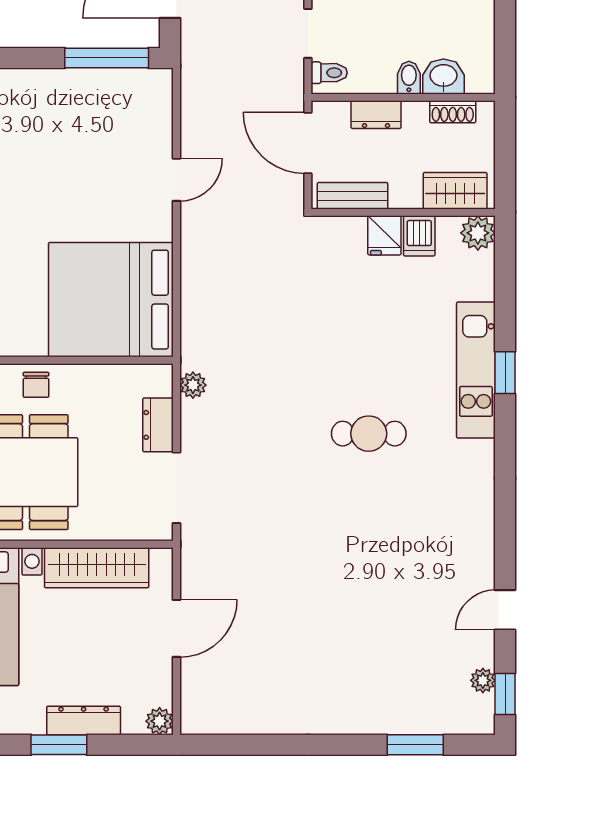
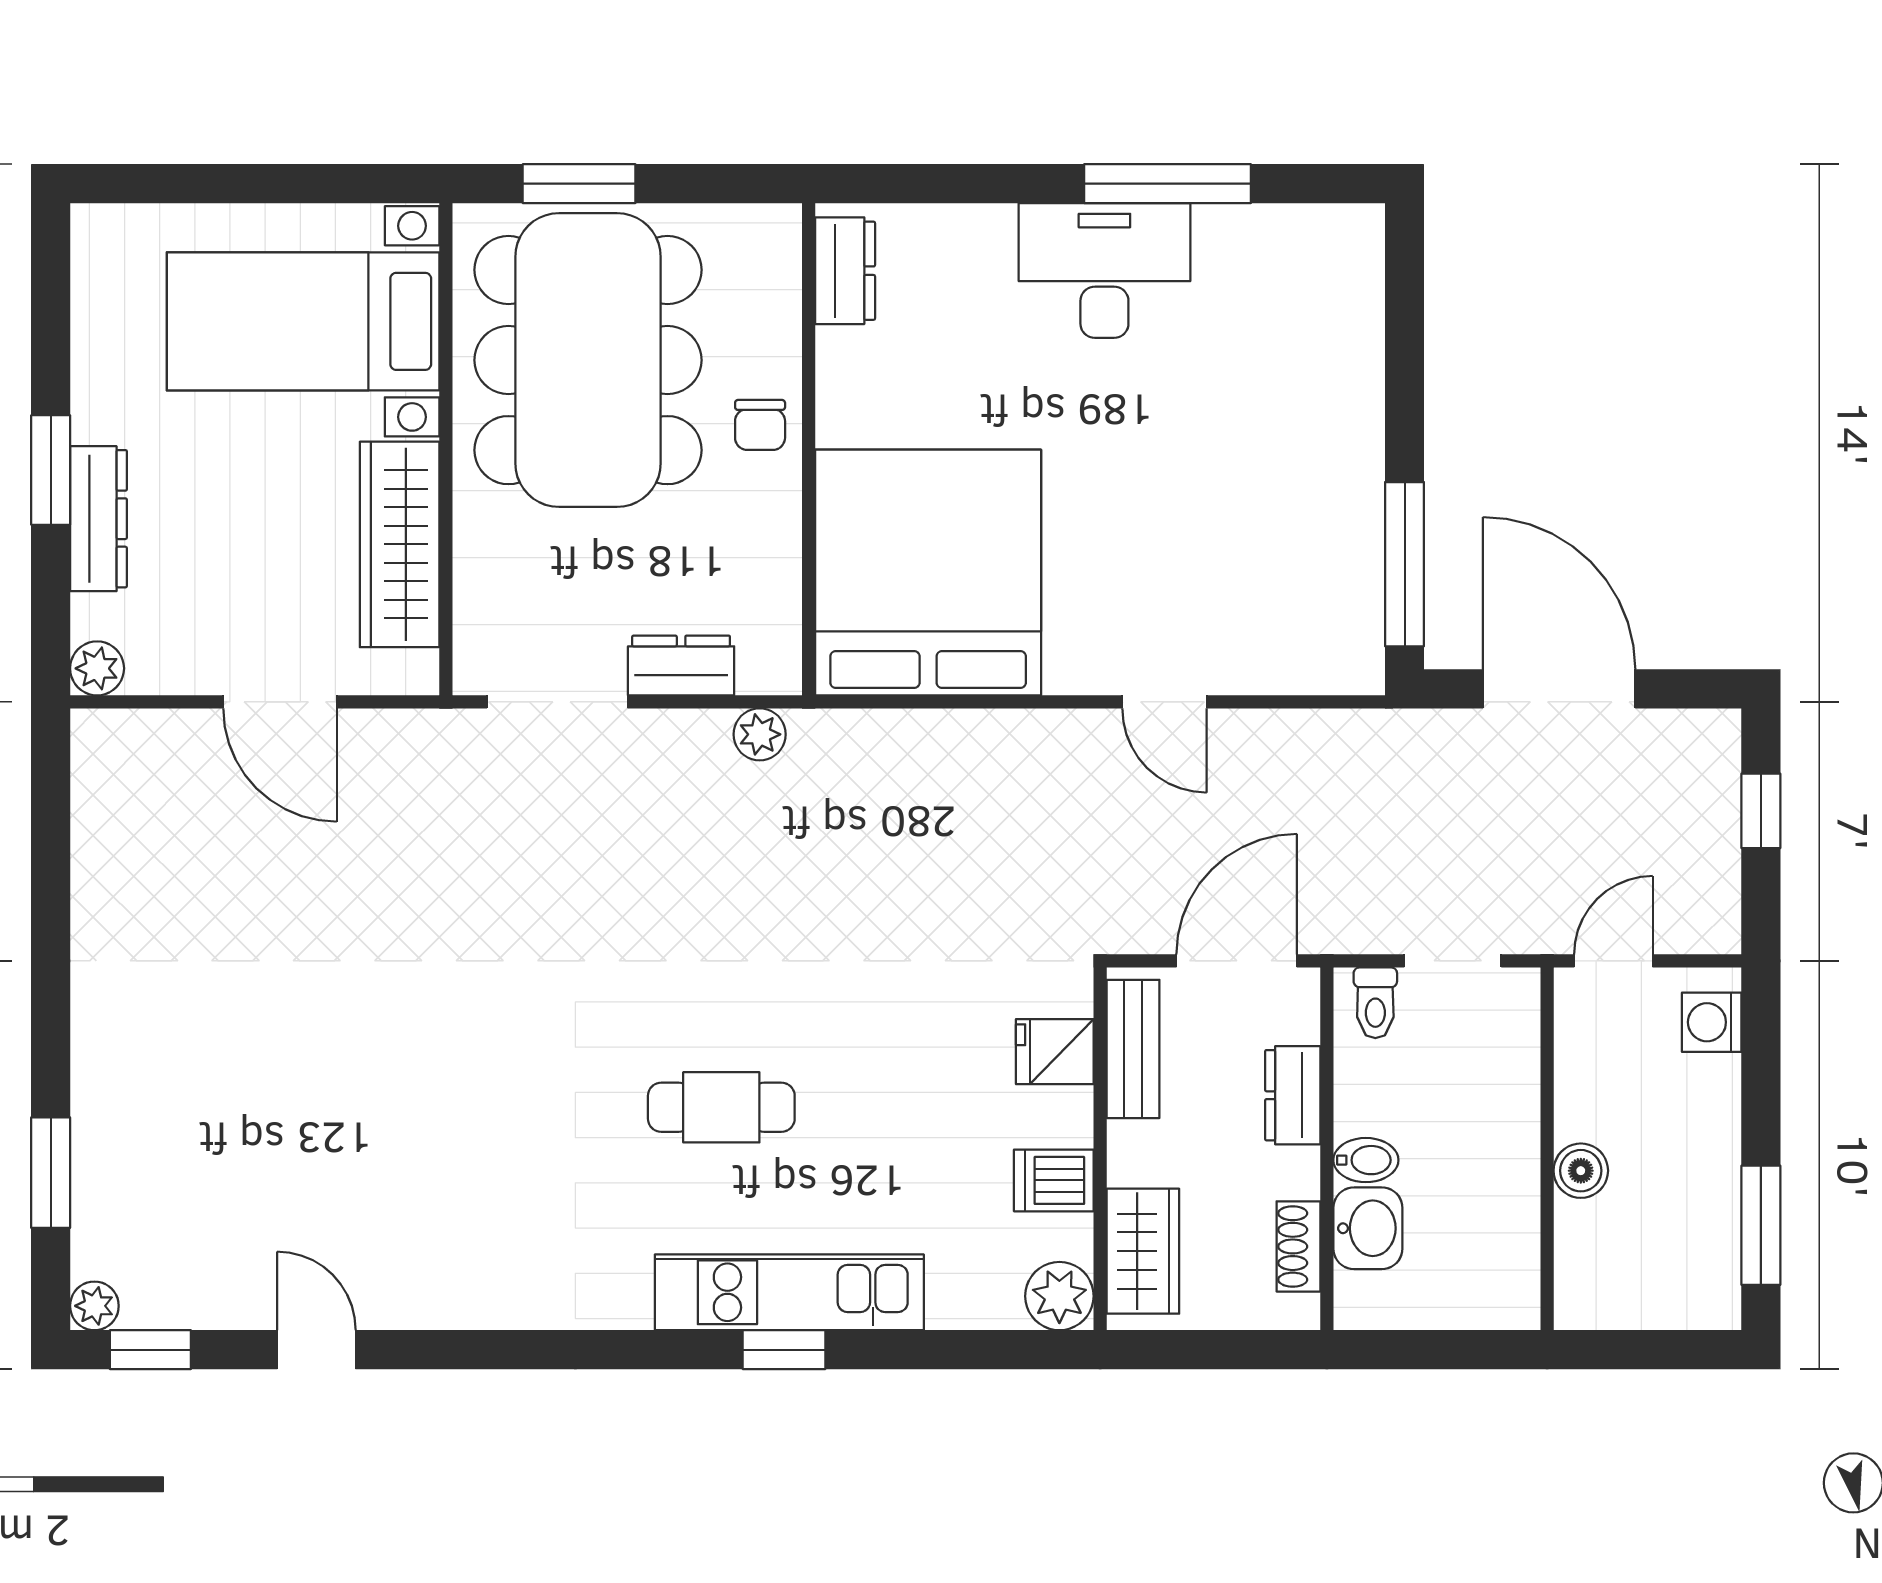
fridge: (384, 235) -> (1055, 1052), moved
chair: (36, 385) -> (760, 425), turned -90
cafe table: (369, 434) -> (721, 1107), moved, turned 90
plant: (483, 680) -> (94, 1306), moved

